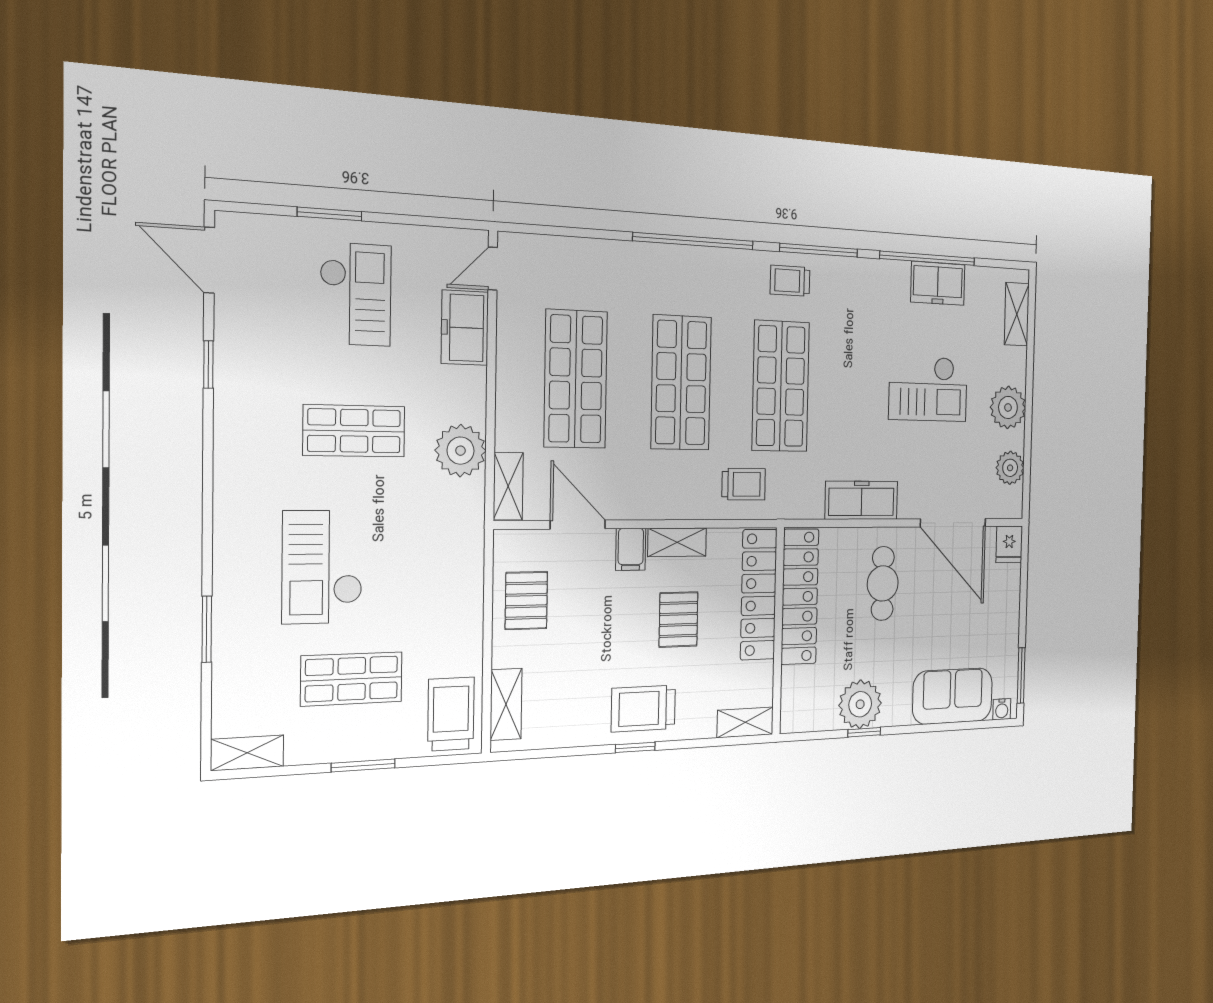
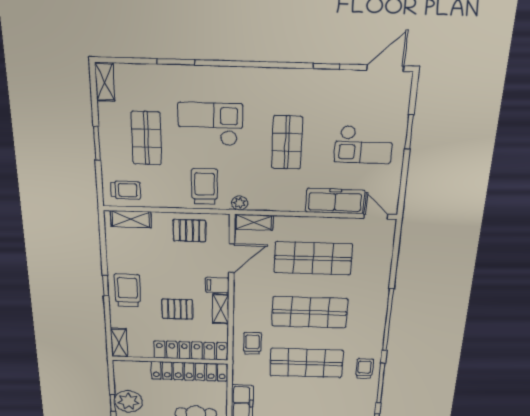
freezer: (465, 328) -> (335, 201), width x1.40
plant: (461, 451) -> (240, 203), moved, width x0.53, depth x0.53
trolley: (744, 484) -> (252, 343), turned 180
trolley: (441, 575) -> (205, 186), added
trolley: (451, 714) -> (126, 190), width x0.73, depth x0.72

